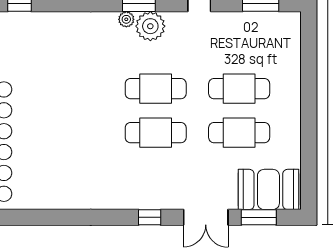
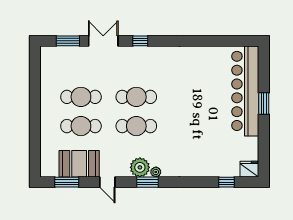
booth: (268, 189) -> (79, 164), moved

